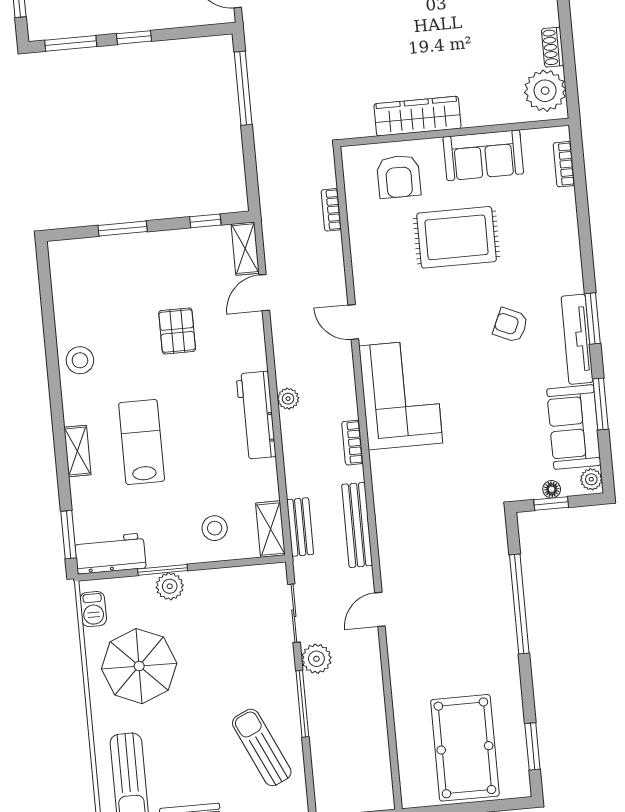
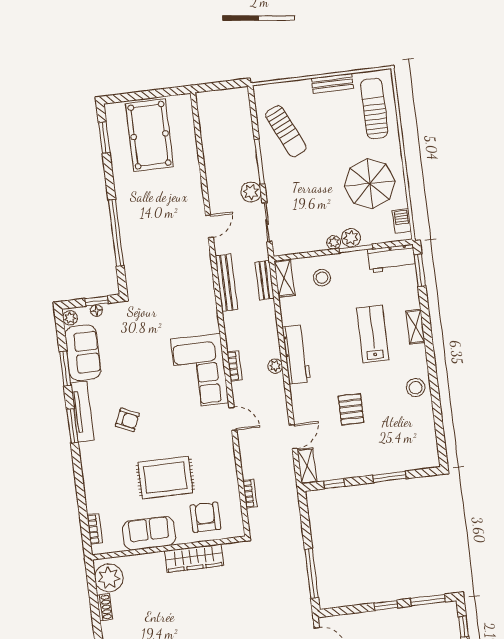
lab bench: (142, 442) -> (373, 334), turned 180
bookcase: (352, 443) -> (235, 366), moved
plant: (195, 580) -> (334, 242), added

